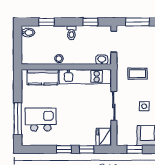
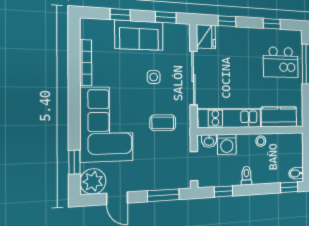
window: (47, 22) -> (289, 187), moved
washing machine: (87, 57) -> (227, 144), added
sliding door: (114, 106) -> (193, 78), width x1.37
window: (64, 149) -> (272, 24), moved

